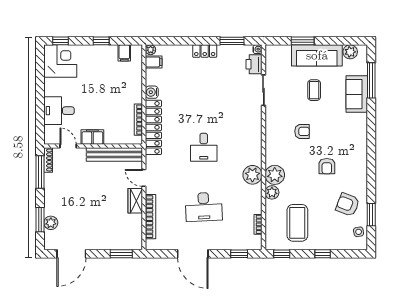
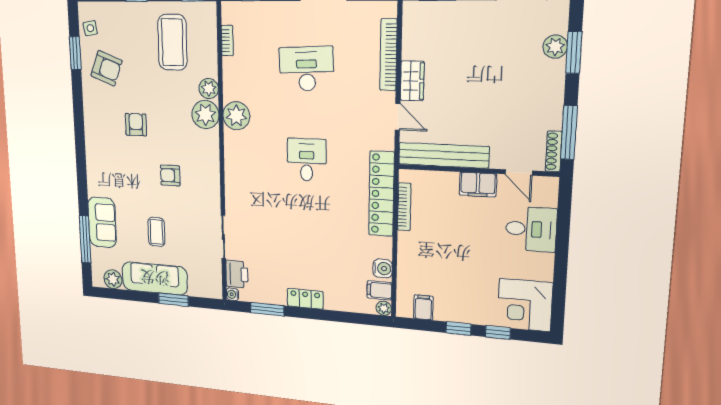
window: (60, 41) -> (498, 332), moved
water cooler: (152, 92) -> (383, 268), moved

